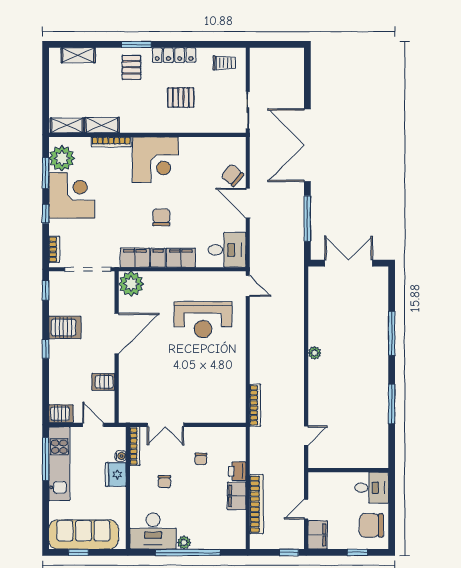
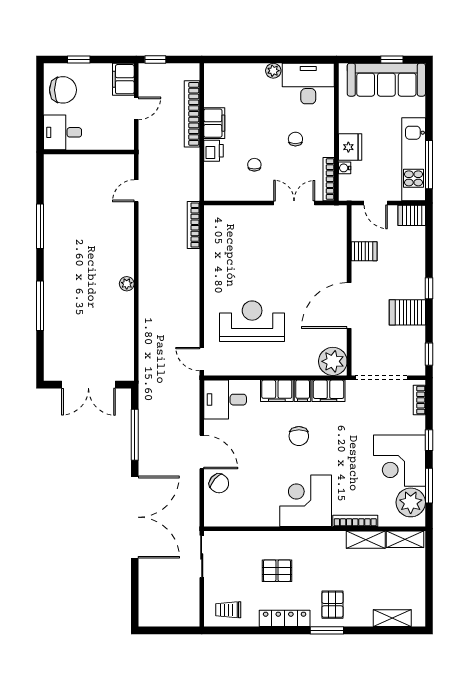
window: (188, 552) -> (269, 60), removed

